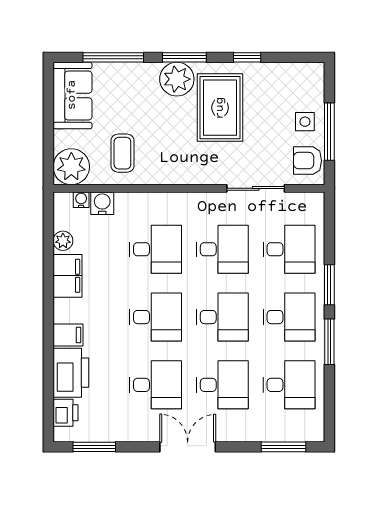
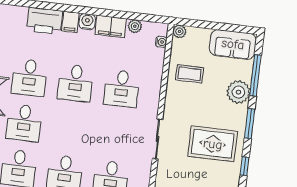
plant: (177, 79) -> (238, 92), moved
plant: (71, 167) -> (179, 31), width x0.53, depth x0.53
sliding door: (256, 188) -> (157, 139), moved
water cooler: (102, 203) -> (87, 22), moved, turned -90
desk: (222, 249) -> (116, 134), removed
desk: (222, 317) -> (70, 128), removed
printer: (66, 413) -> (18, 14), removed

